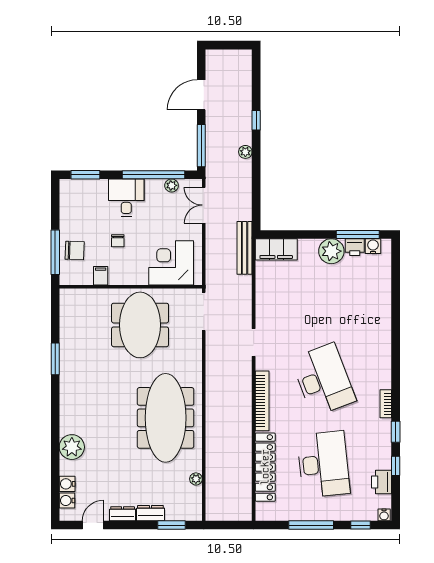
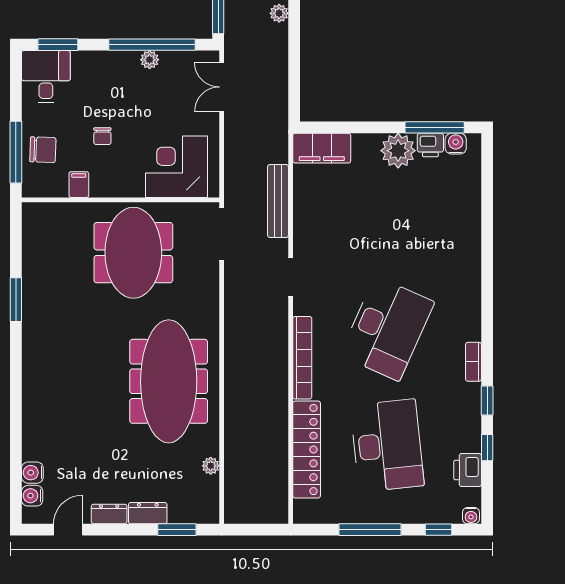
plant: (172, 185) -> (150, 60), moved
desk: (126, 198) -> (46, 77), moved
bench: (245, 248) -> (278, 201), moved
desk: (323, 380) -> (387, 329), turned 45
plant: (72, 447) -> (39, 422), removed

